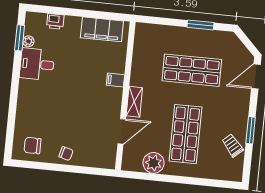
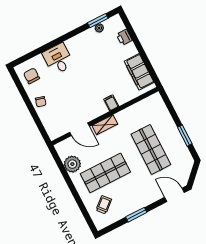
desk: (37, 64) -> (58, 59), moved
trolley: (233, 145) -> (104, 205), moved

